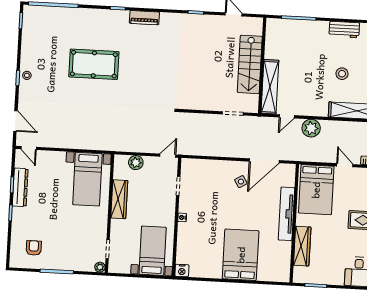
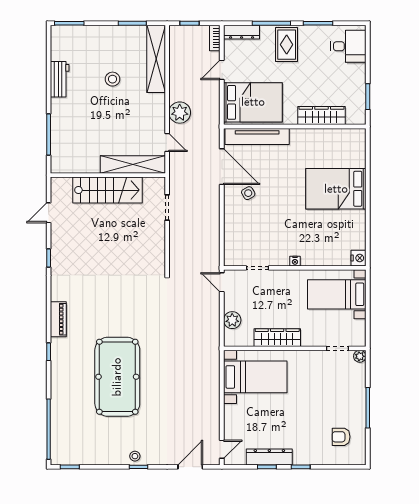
pool table: (94, 64) -> (117, 377), width x1.36, depth x1.32
tv unit: (286, 214) -> (257, 137), moved

